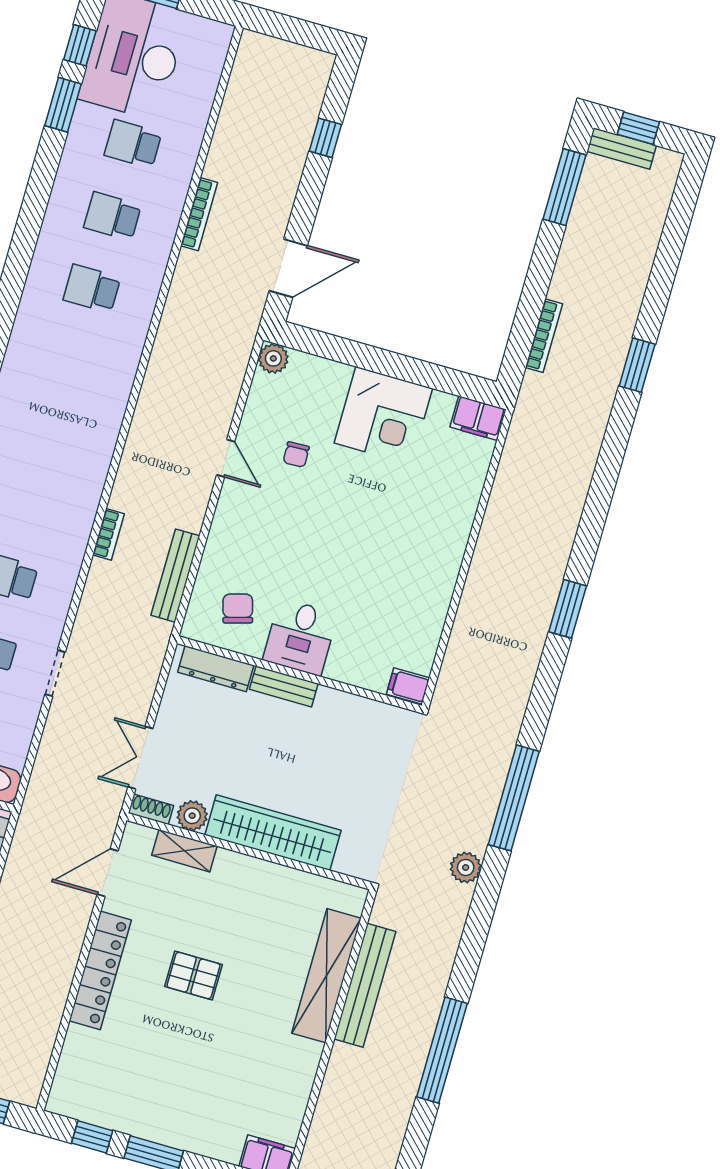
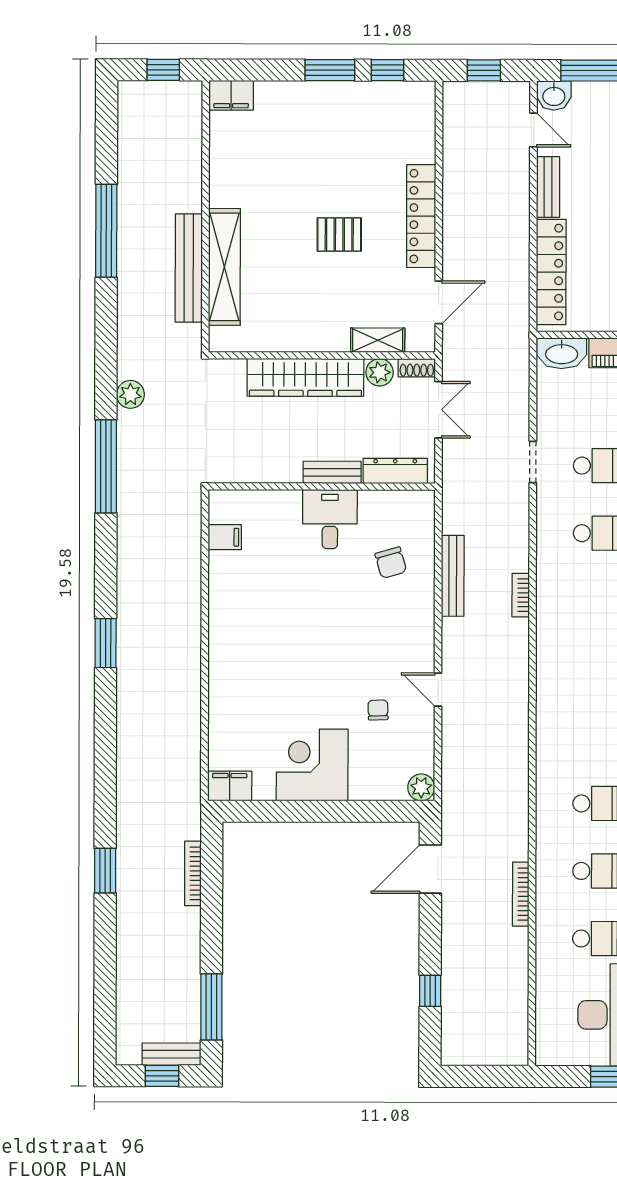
desk: (300, 637) -> (330, 519), moved
dresser: (216, 669) -> (395, 471), moved
wall: (299, 674) -> (322, 487), moved
bench: (284, 686) -> (332, 472), moved

